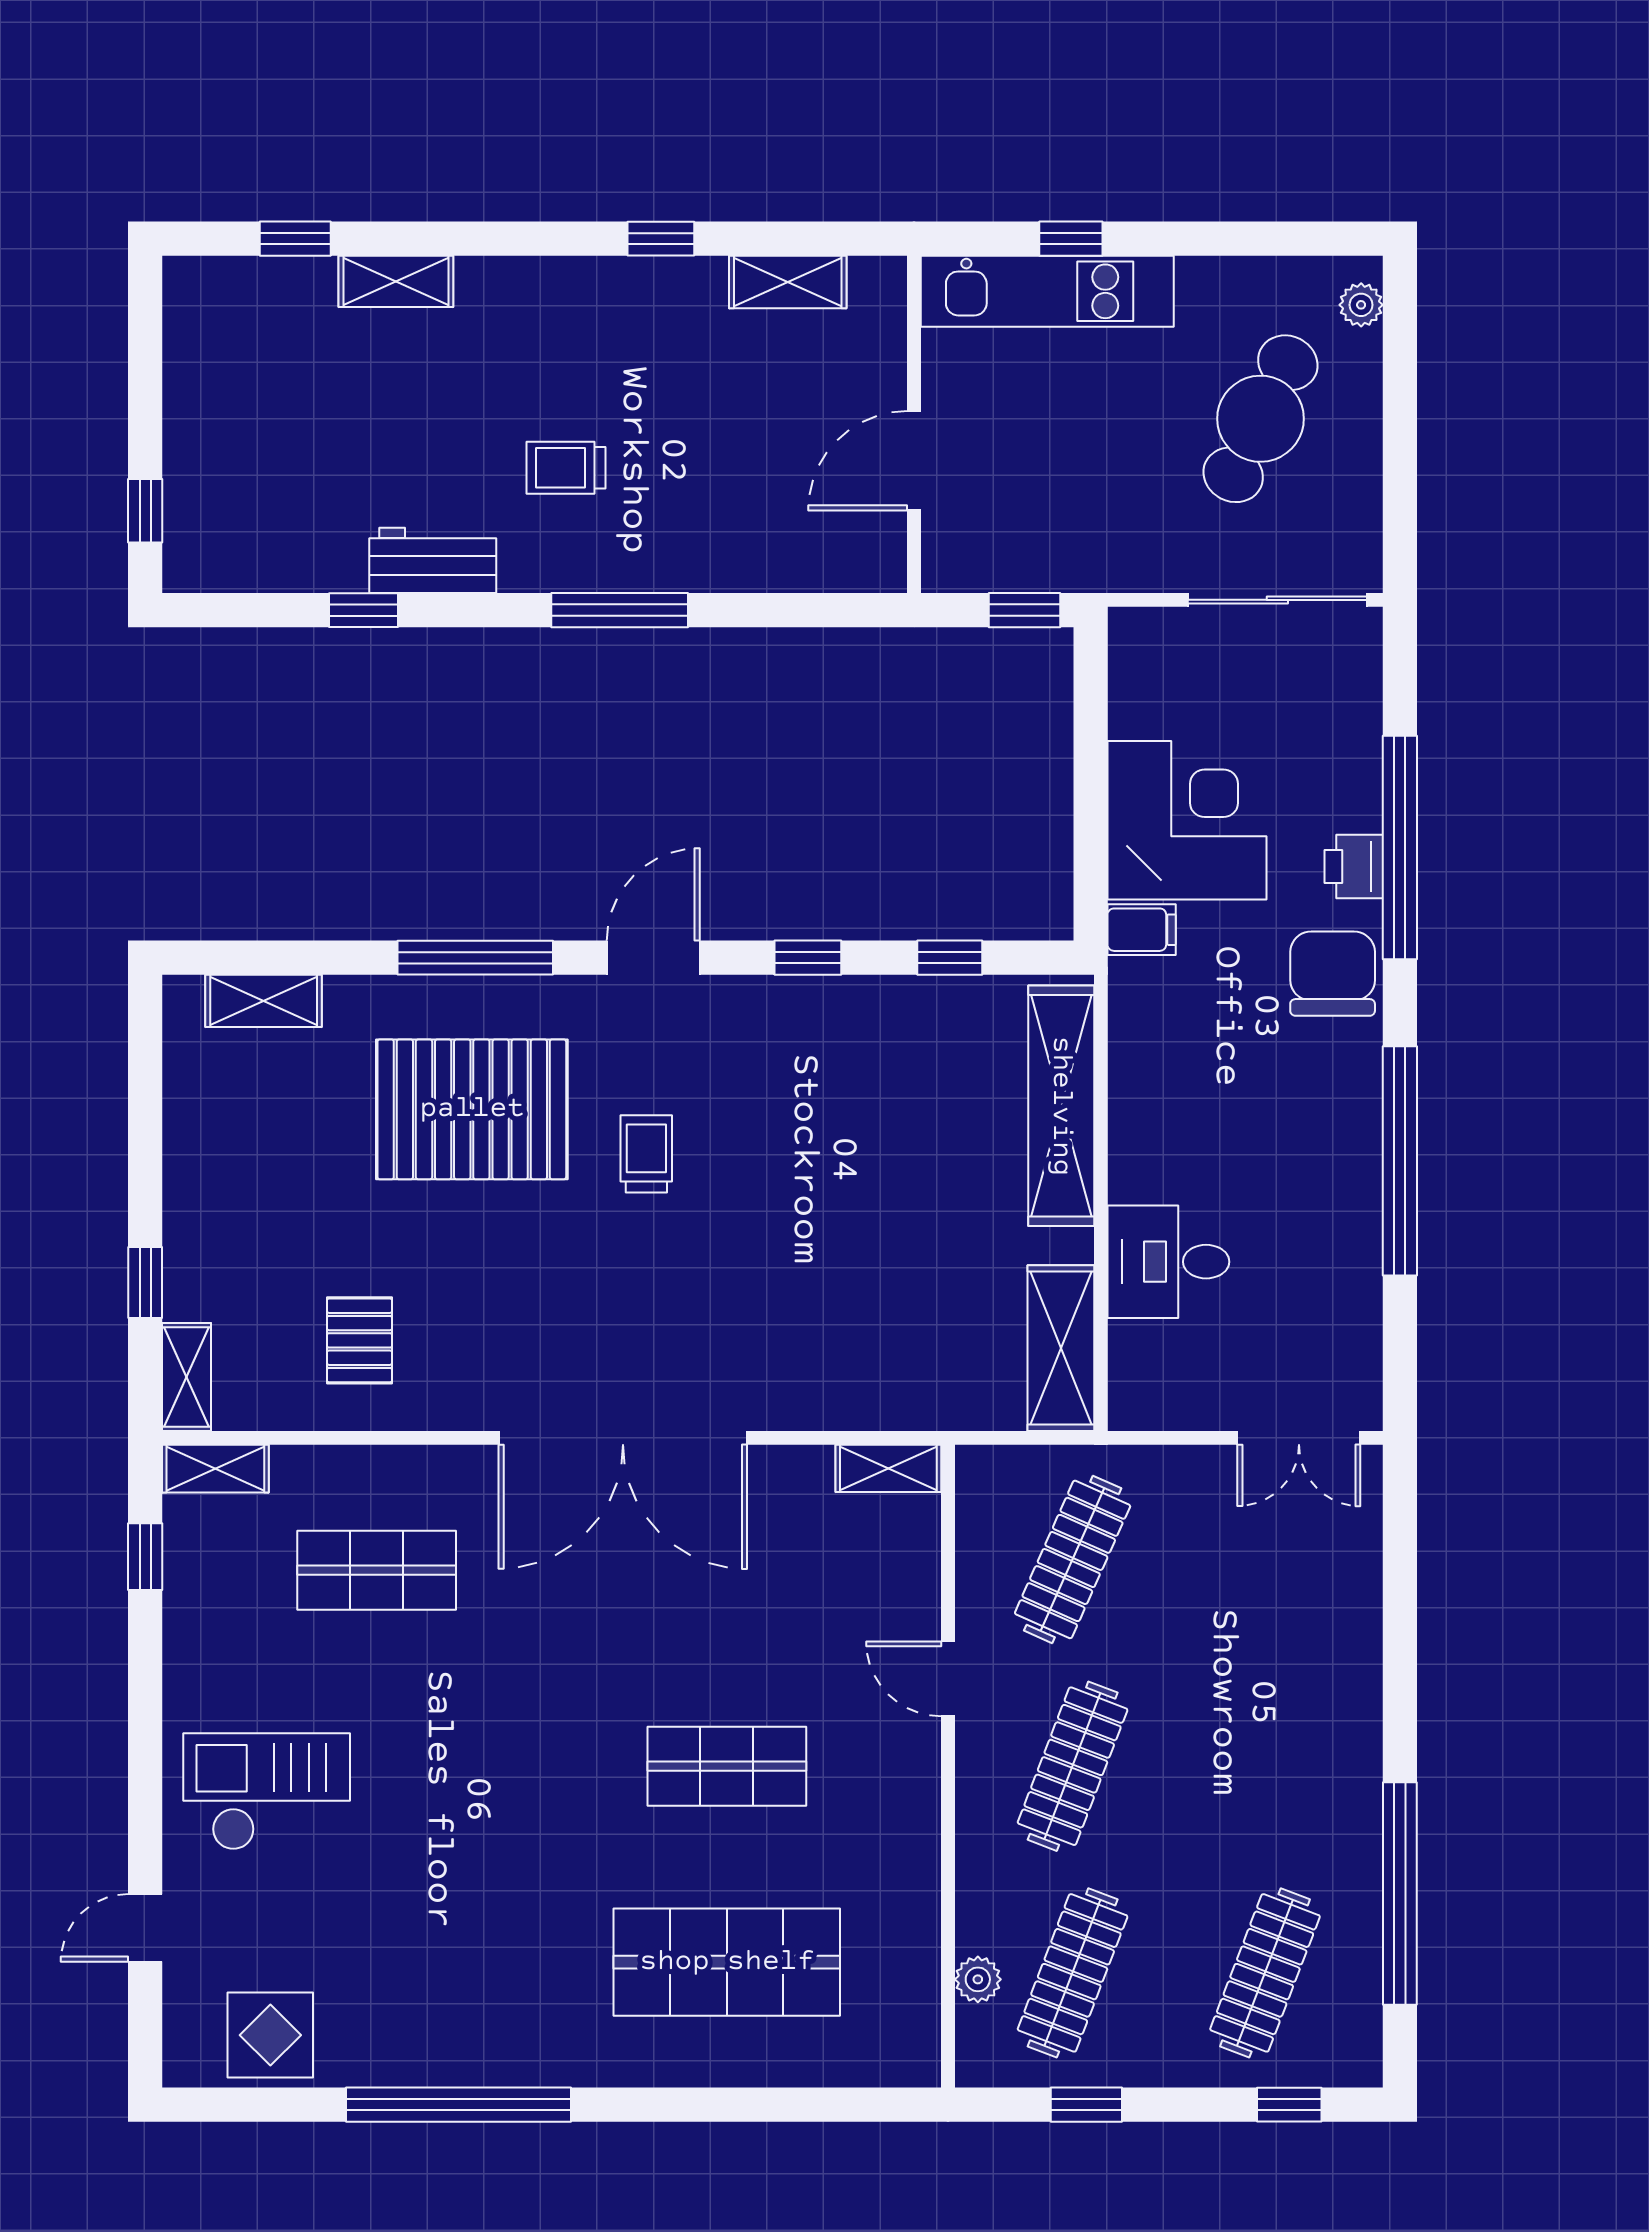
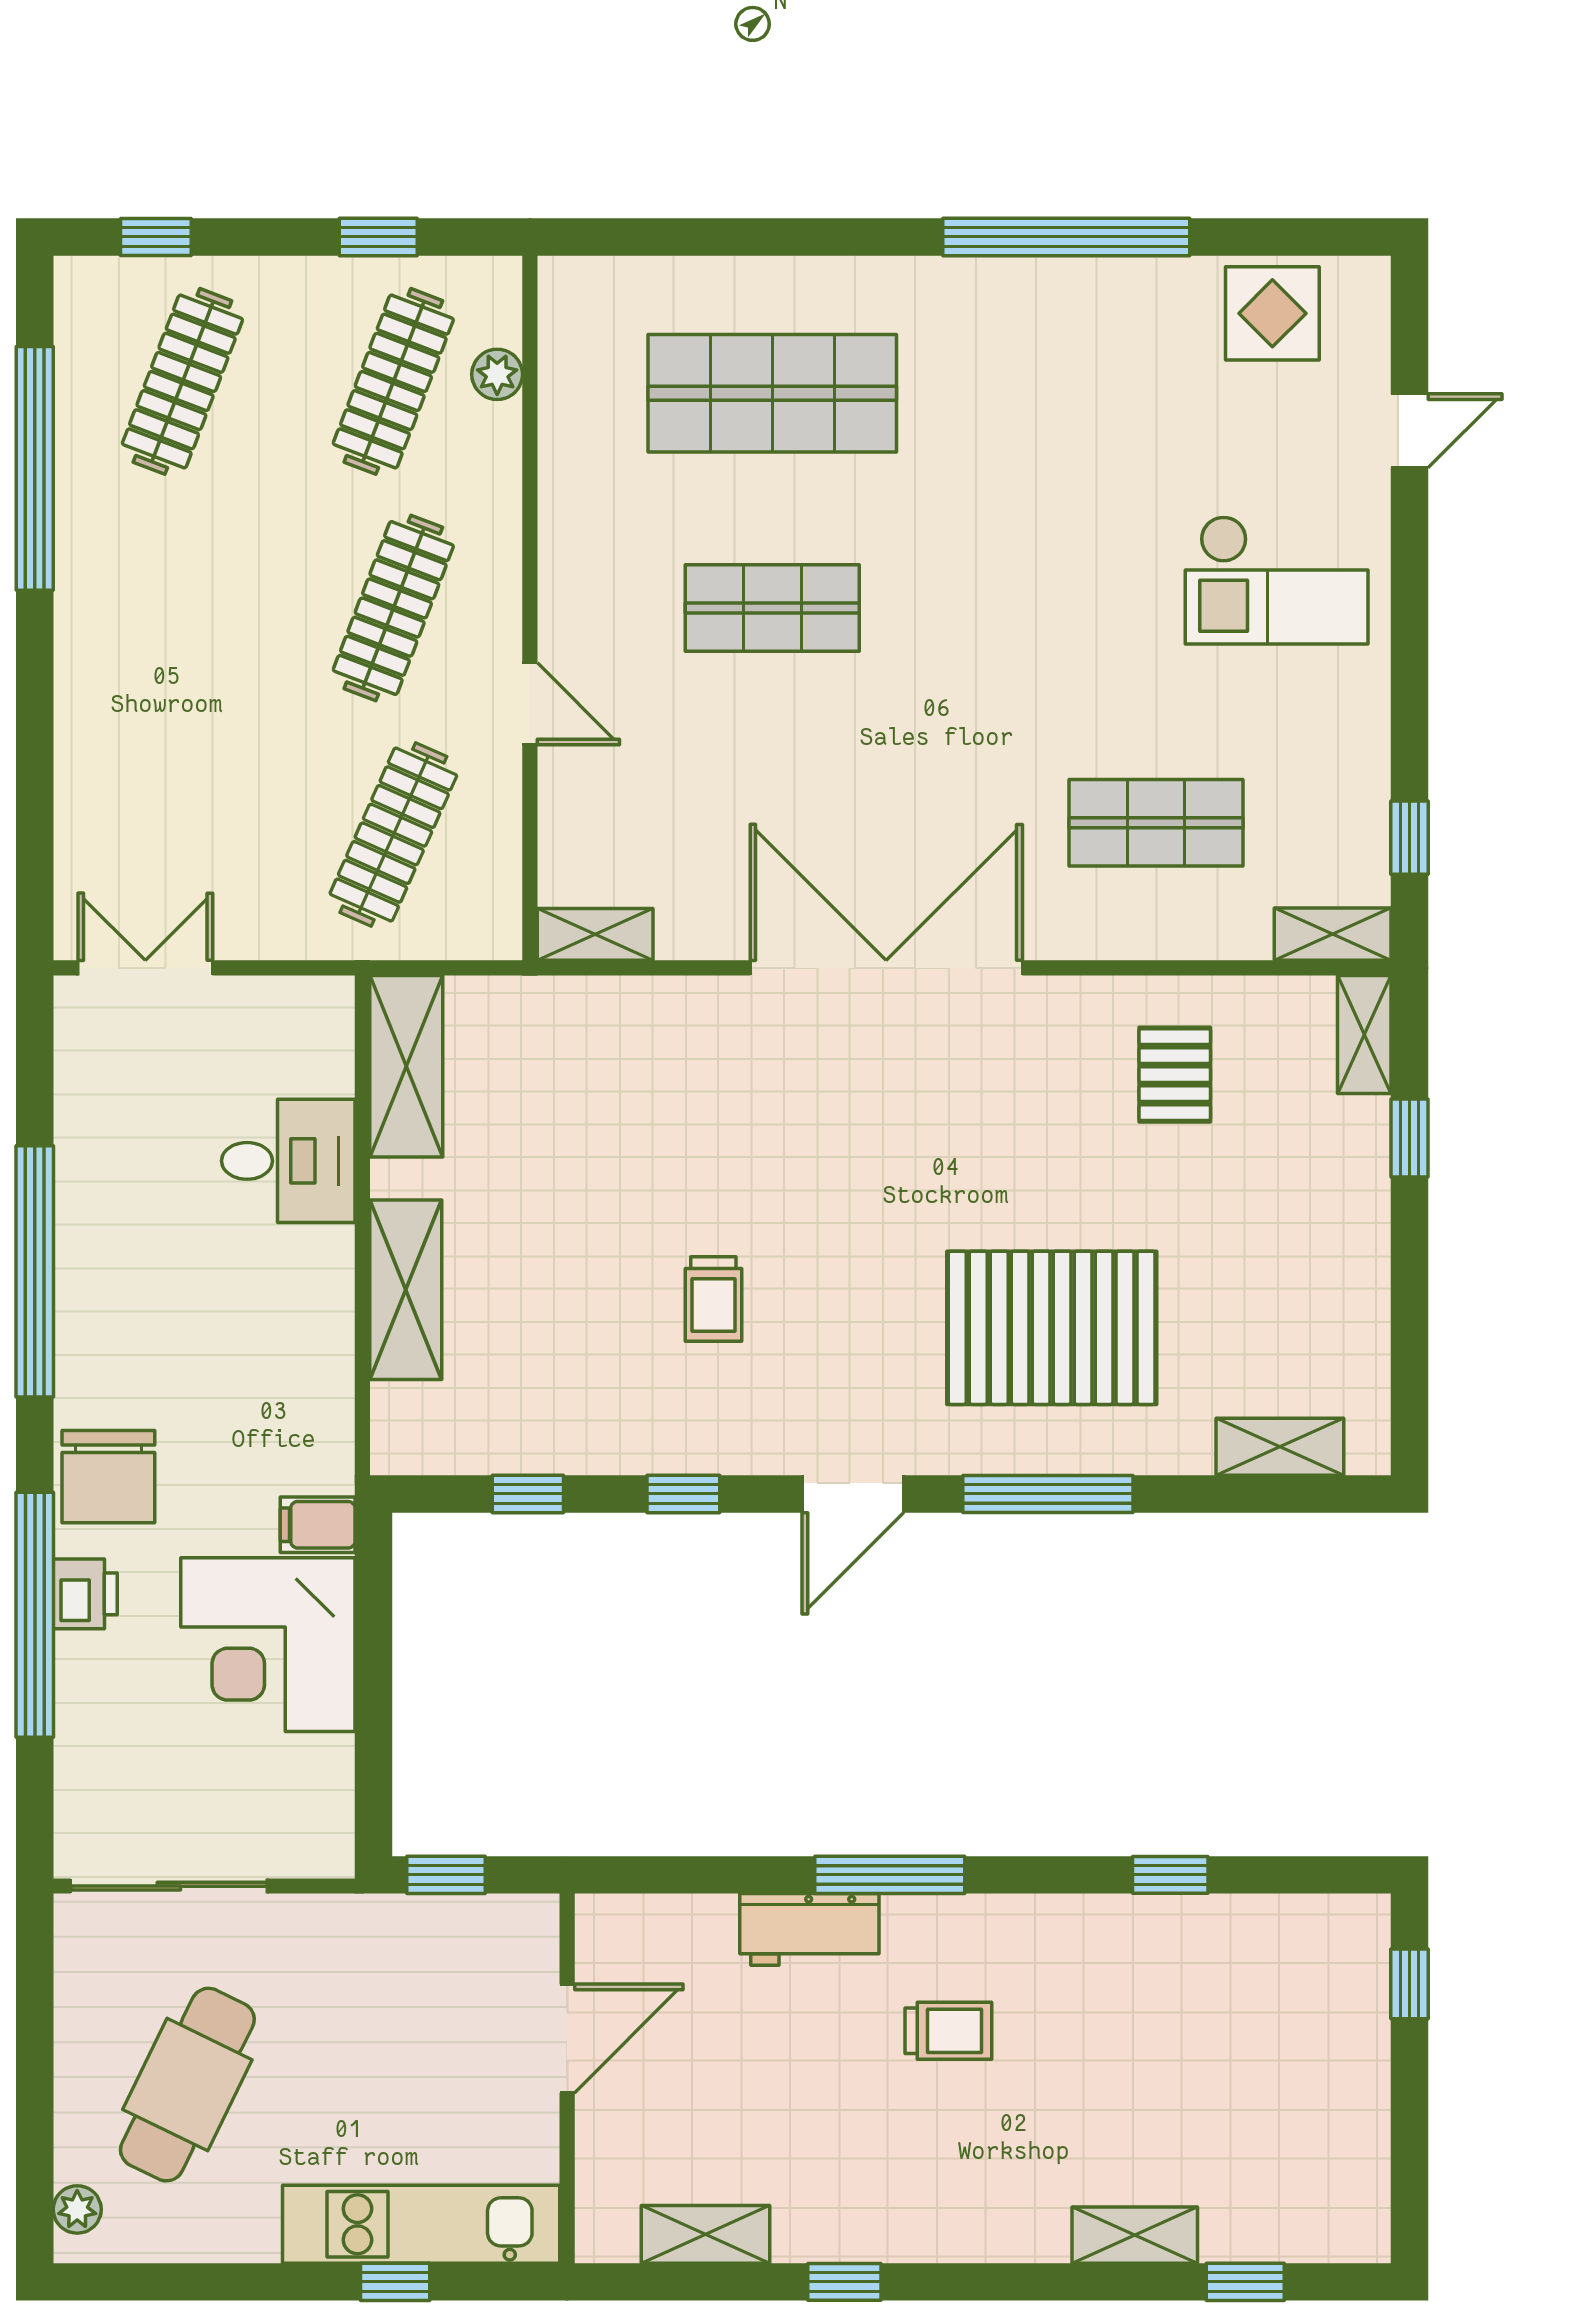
workbench: (433, 560) -> (809, 1929), moved
shelving: (1061, 1106) -> (406, 1290), width x0.68
trolley: (646, 1154) -> (713, 1299), moved

